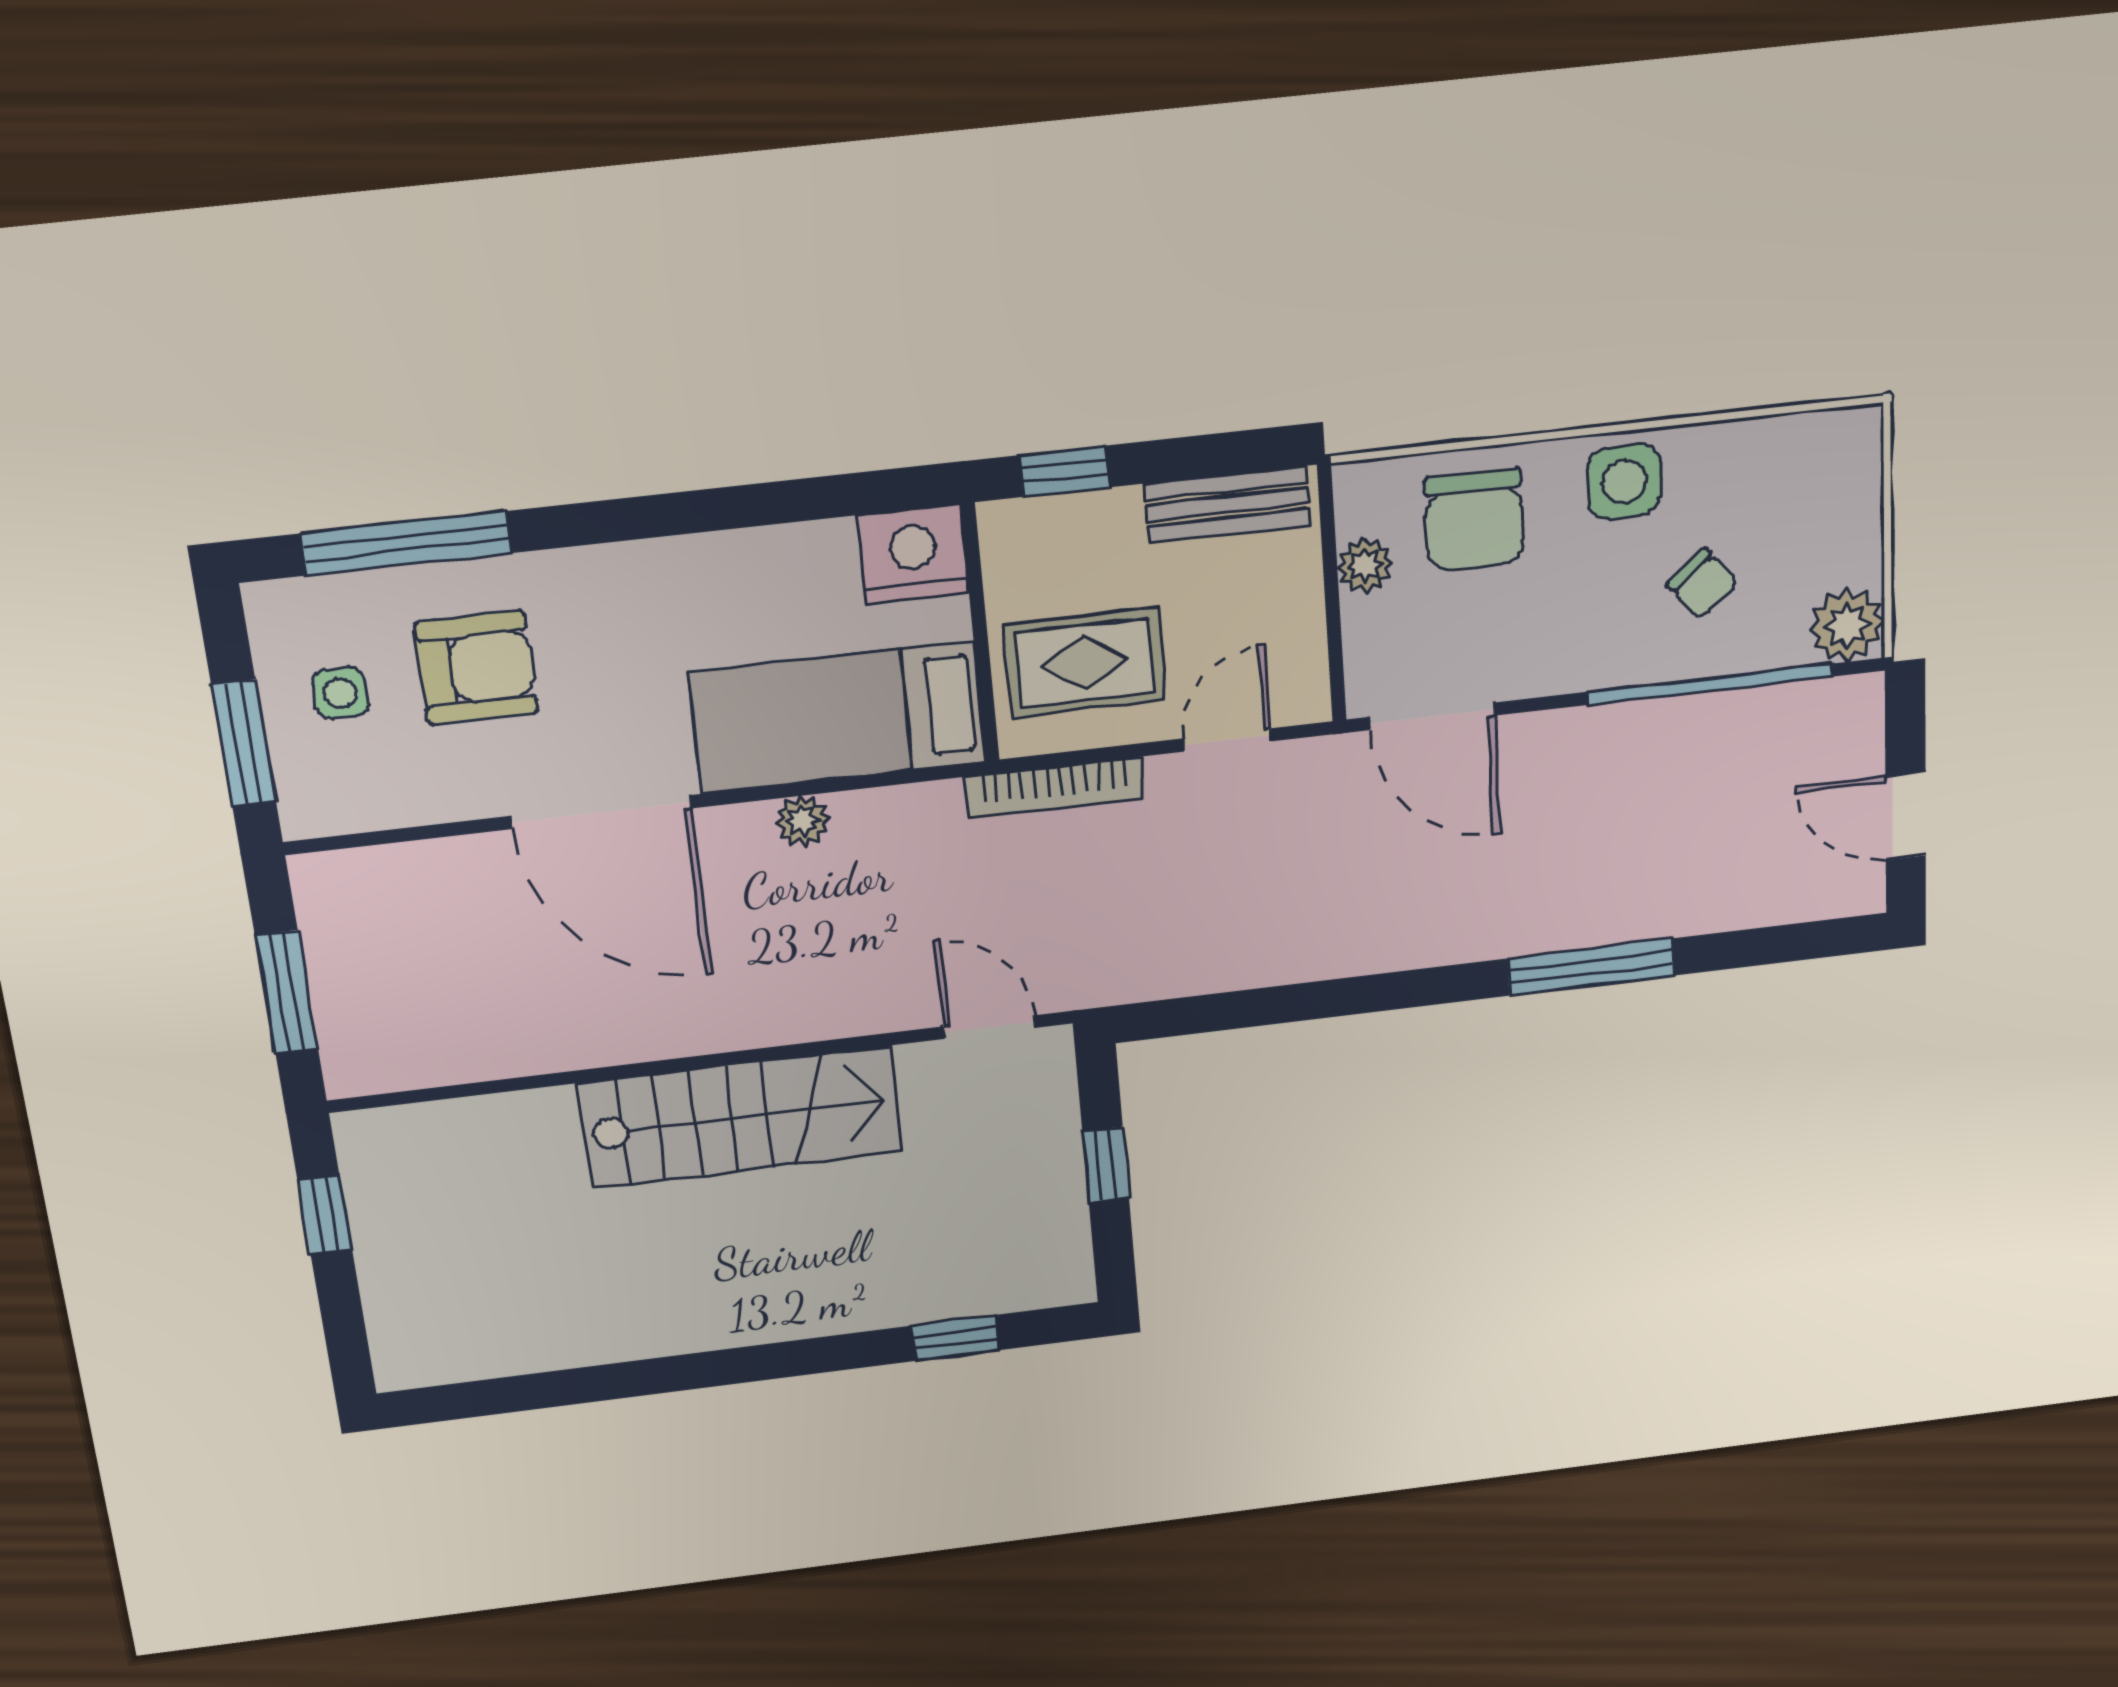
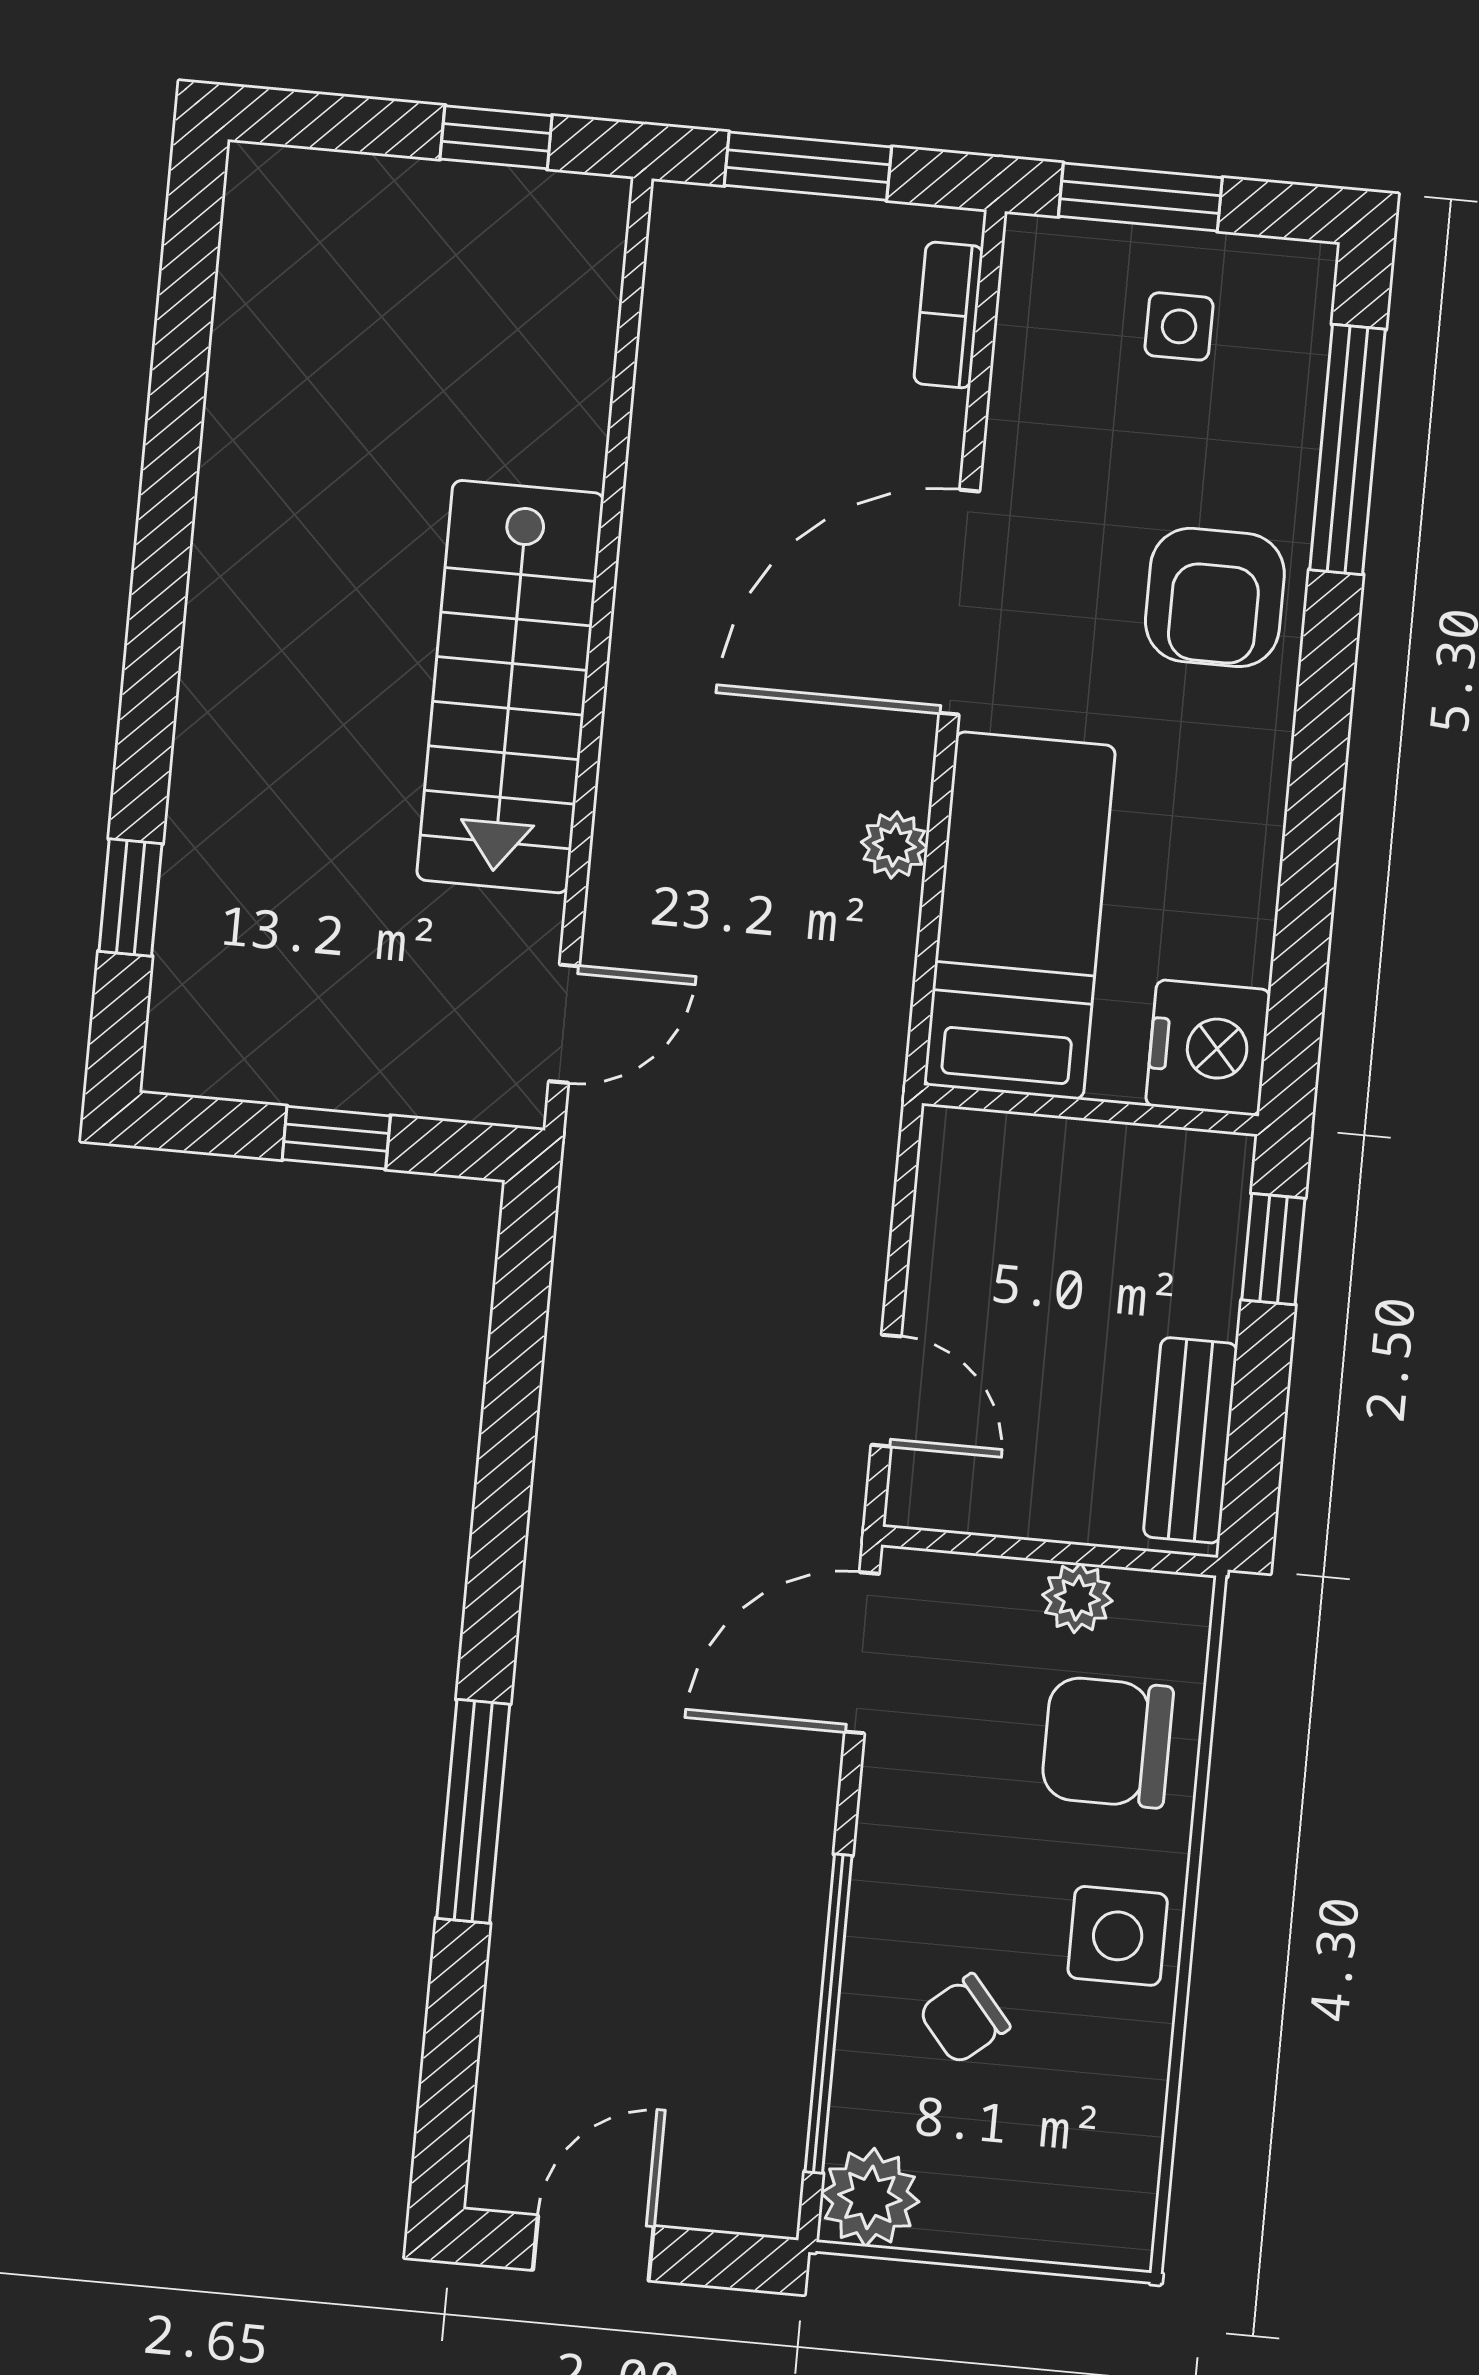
rug: (1085, 662) -> (1026, 1231), removed
armchair: (476, 668) -> (1215, 597), moved
bookcase: (1055, 788) -> (948, 315), moved, width x0.64

